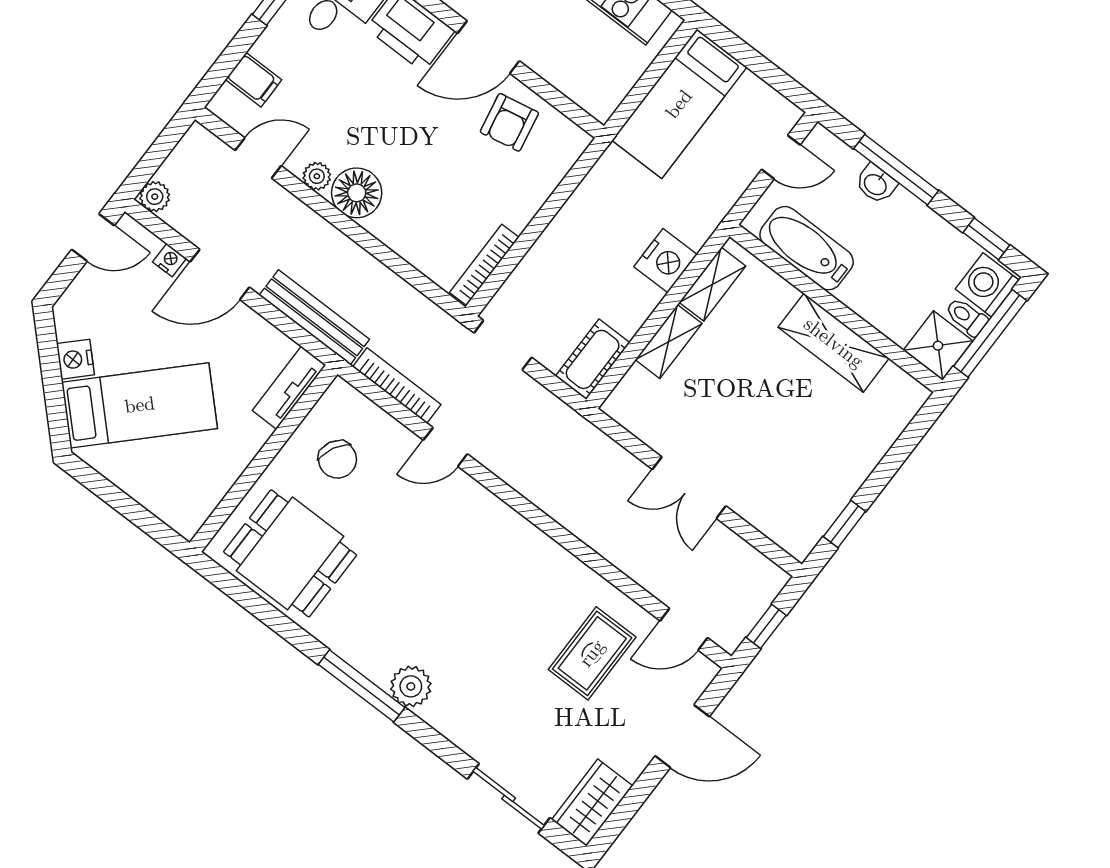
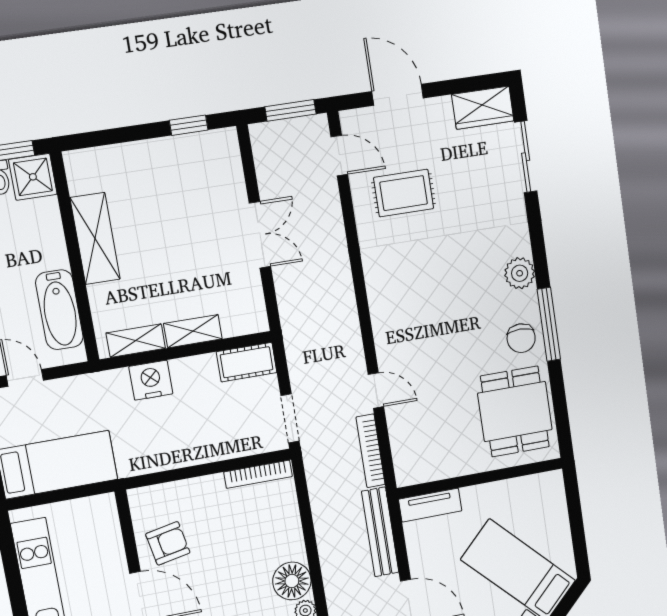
chair: (338, 459) -> (521, 338), moved, turned 152
window: (766, 626) -> (290, 110), width x1.50
window: (362, 686) -> (549, 324), moved

